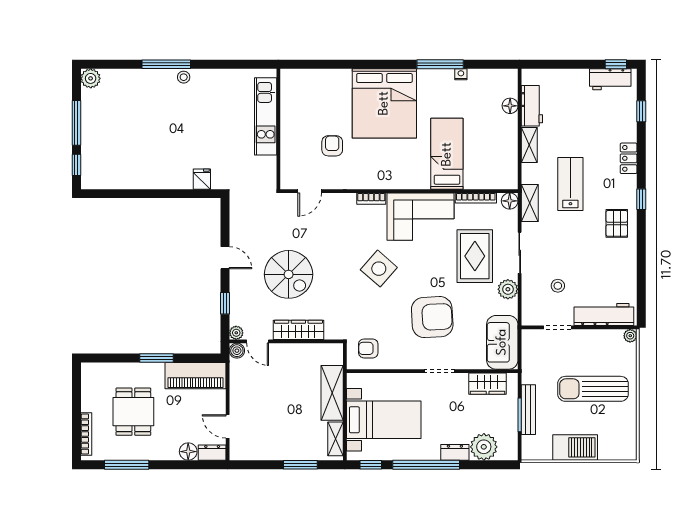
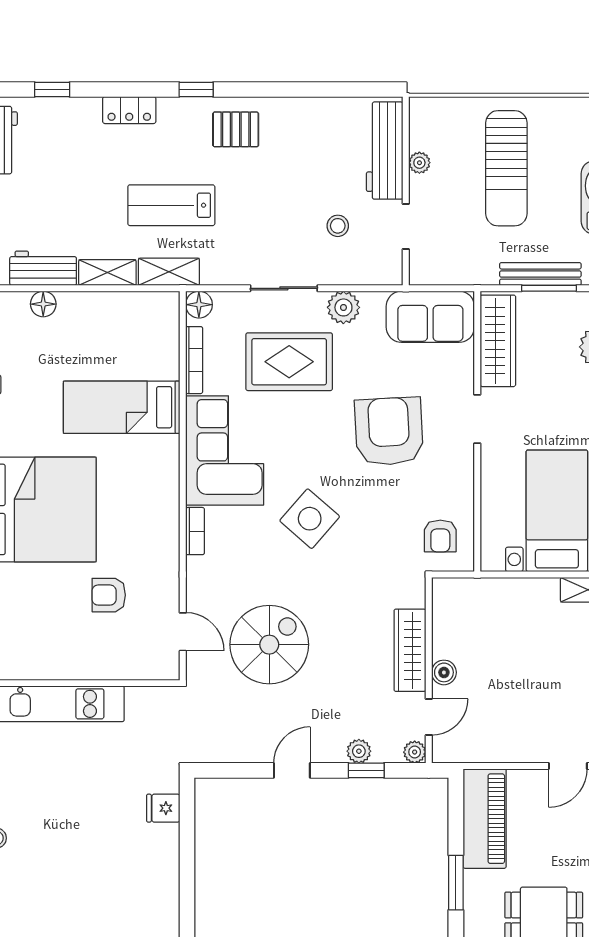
shelving: (530, 203) -> (169, 272), moved
spiral stairs: (289, 274) -> (269, 645), moved
plant: (237, 299) -> (359, 751), added
plant: (630, 336) -> (419, 163), moved
boiler: (237, 351) -> (444, 672), moved
wardrobe: (488, 384) -> (498, 341), width x1.50
shelving: (332, 393) -> (513, 595), removed

